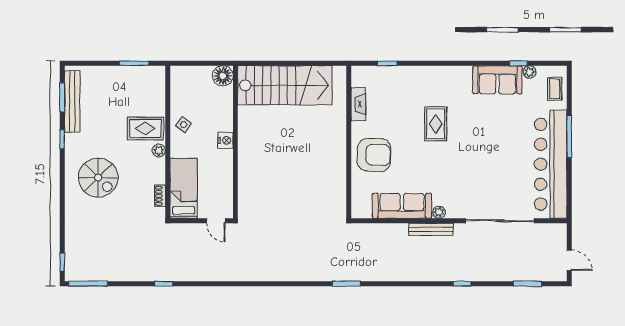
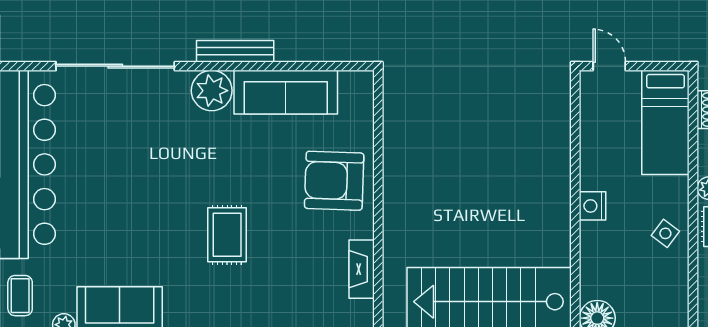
plant: (439, 212) -> (212, 91), width x1.88, depth x1.88

